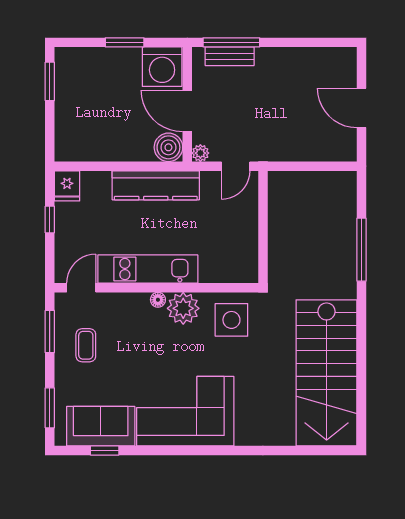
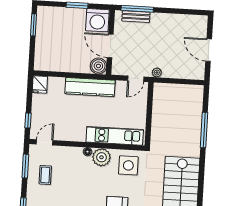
plant: (200, 153) -> (157, 73), moved
window: (50, 220) -> (28, 121), moved
kitchen unit: (148, 269) -> (115, 136), moved

